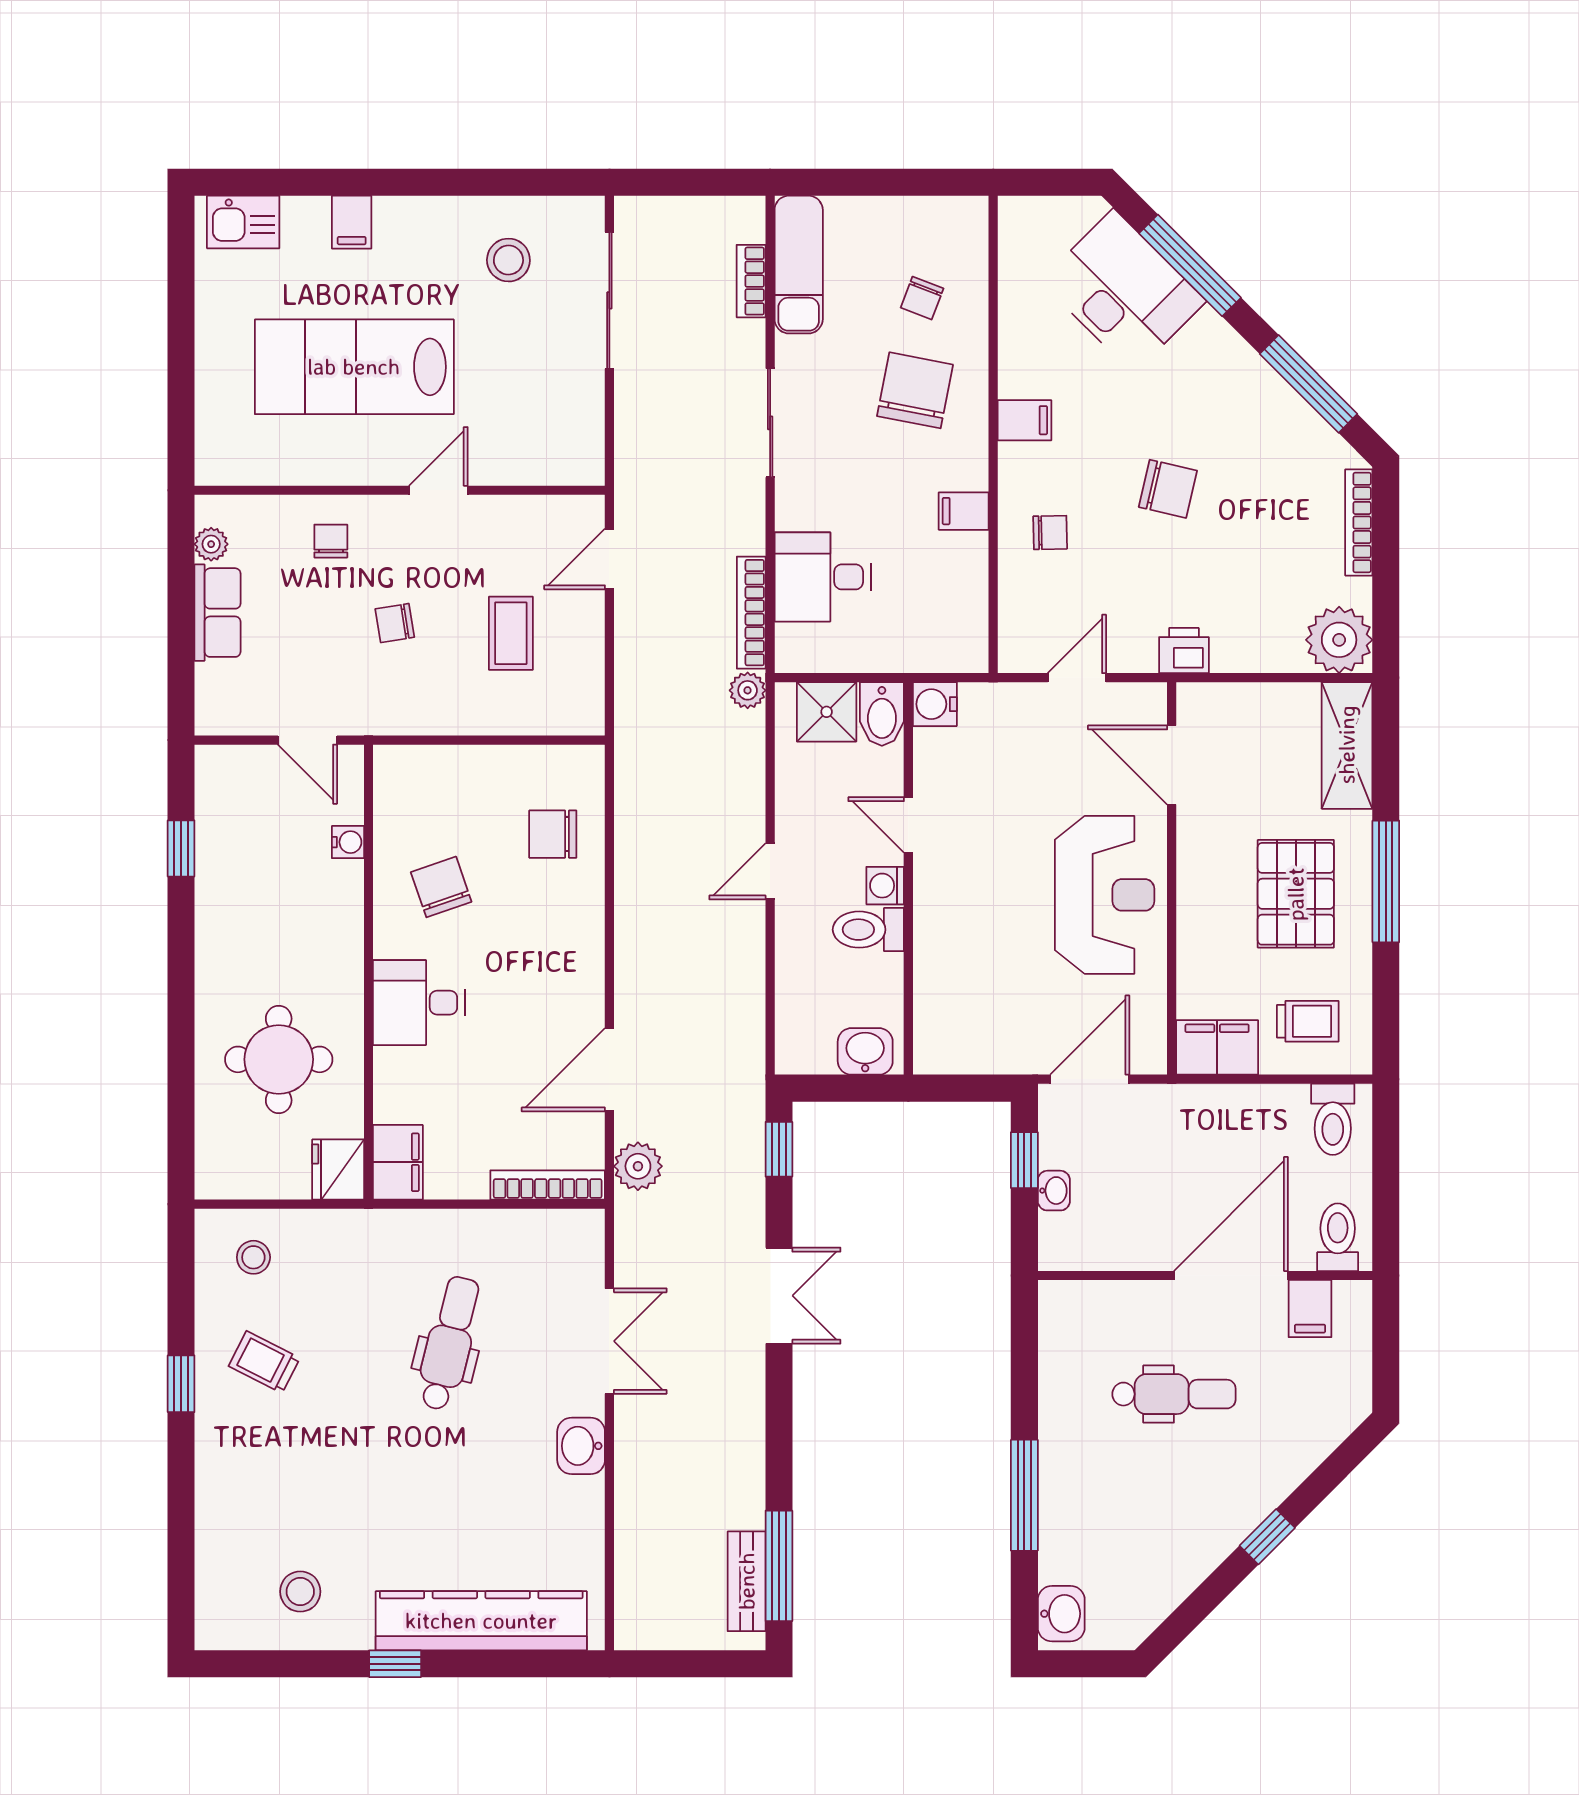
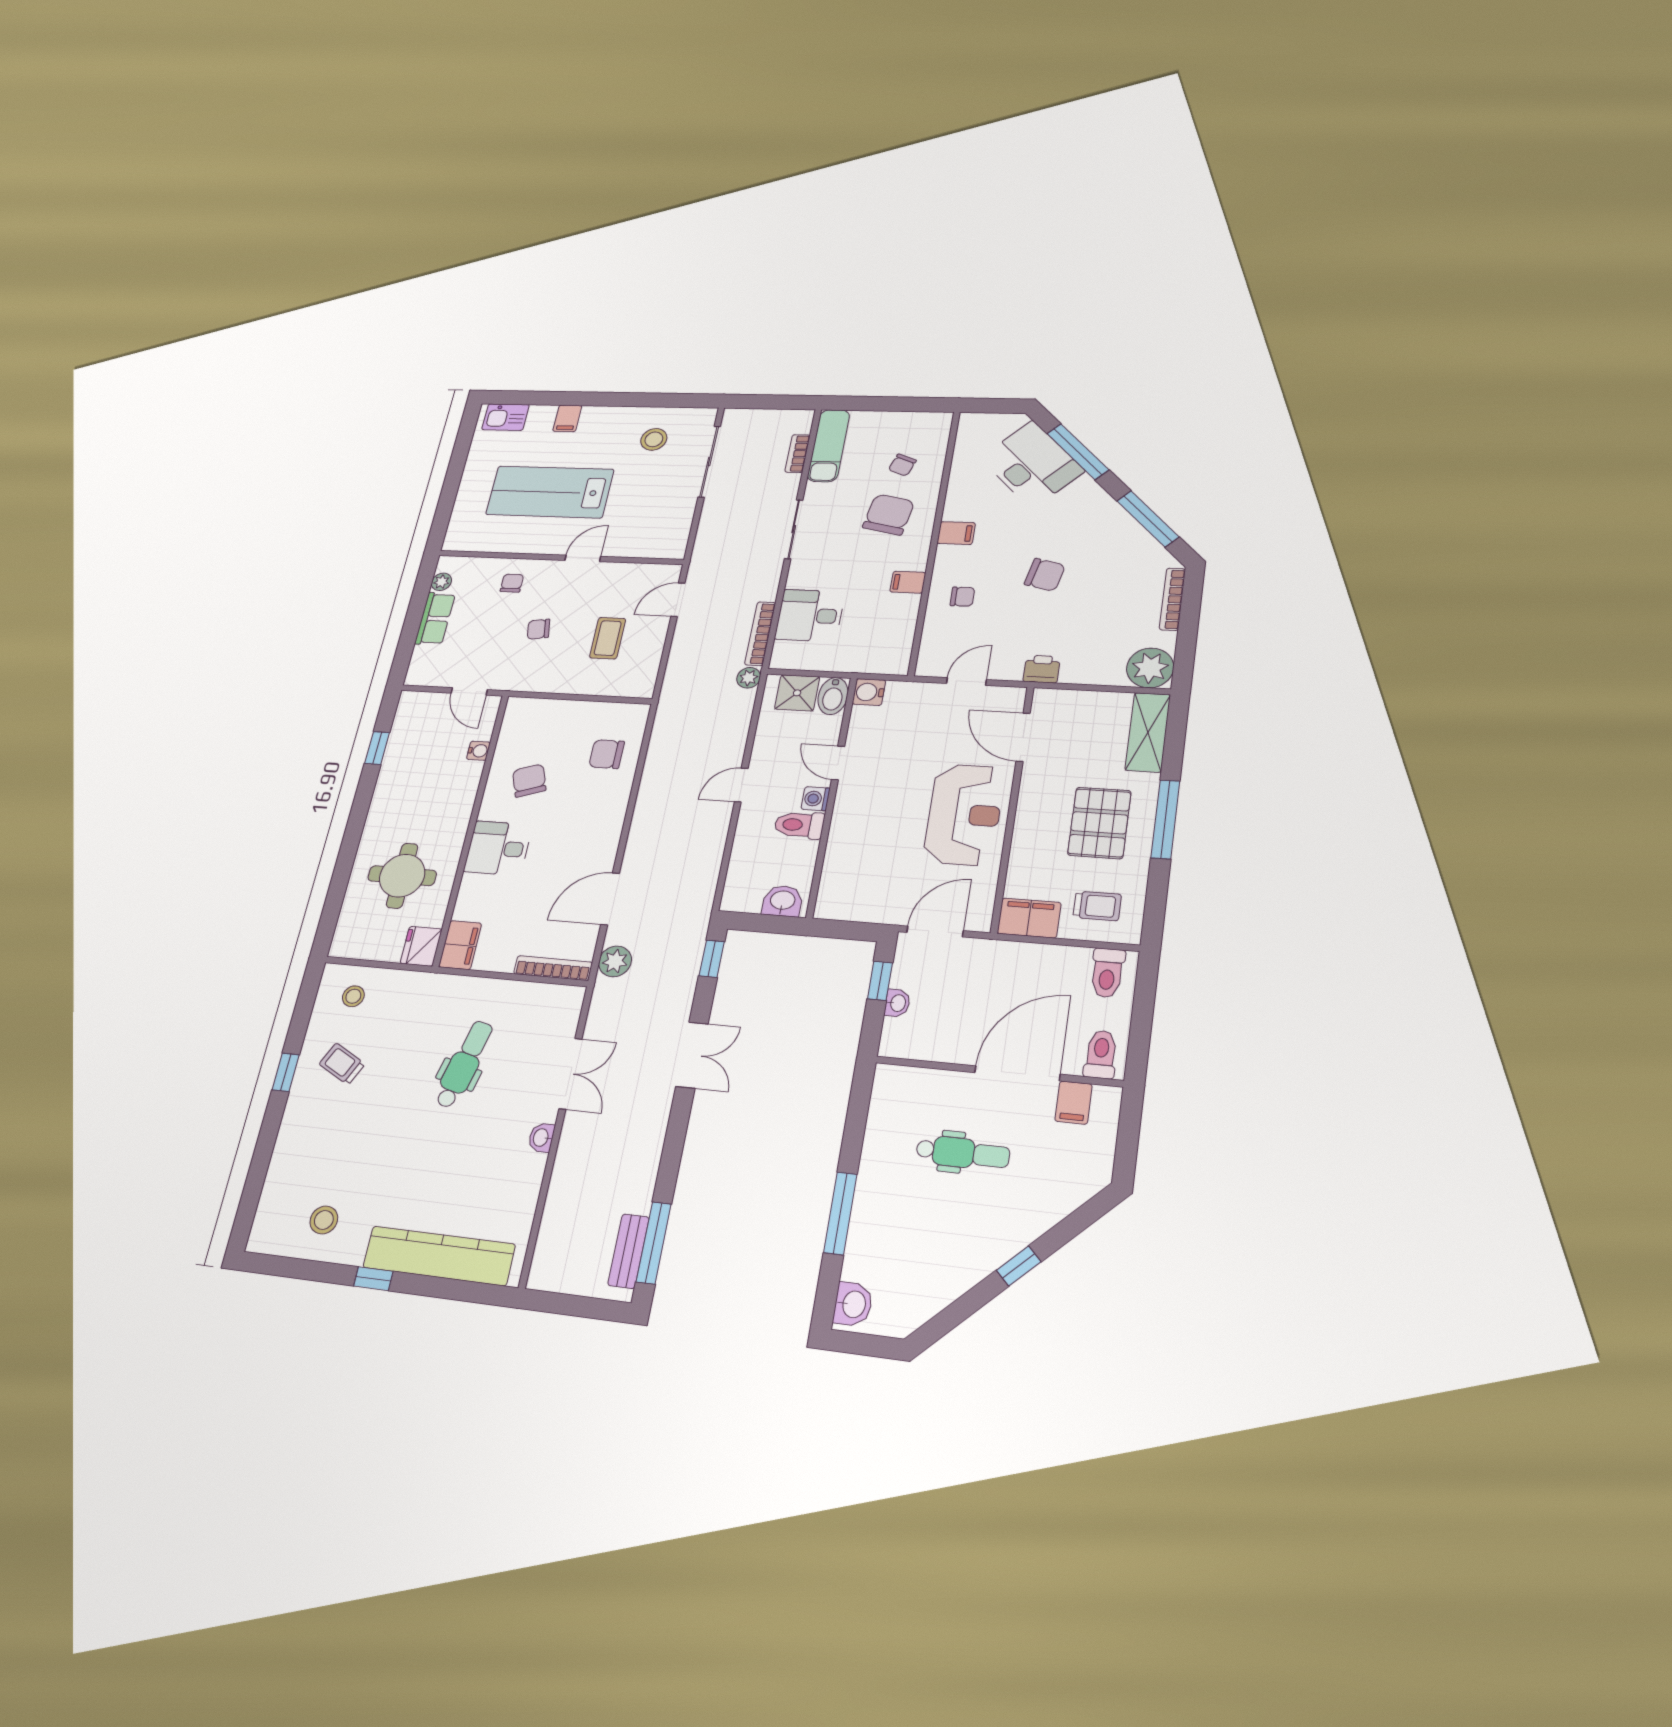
washbasin: (581, 1446) -> (541, 1138), width x0.72, depth x0.69

